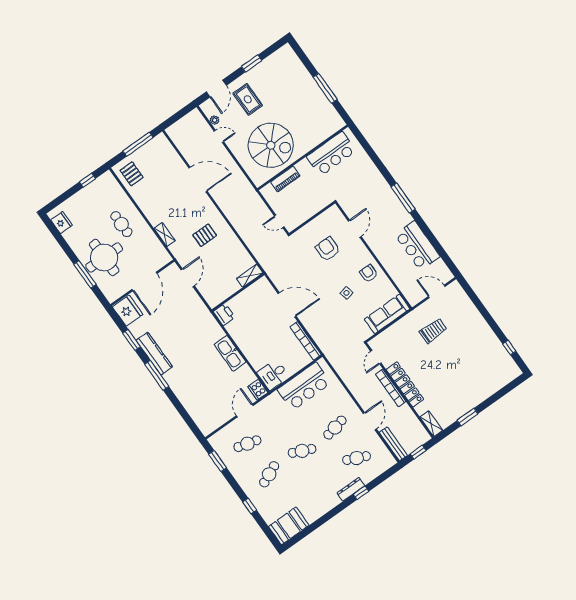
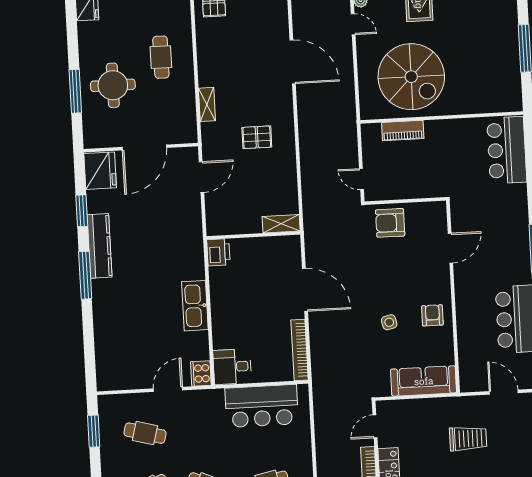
bar counter: (331, 154) -> (507, 150), moved, turned 90
armchair: (328, 249) -> (390, 223), moved, turned -90
round table: (104, 257) -> (113, 85), width x0.73, depth x0.73

